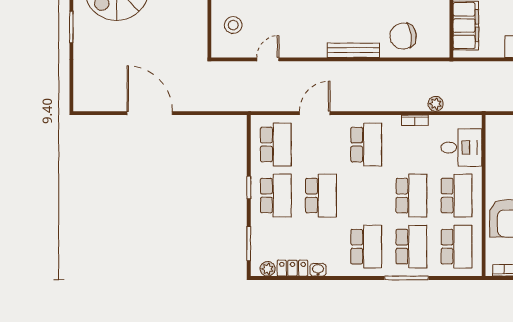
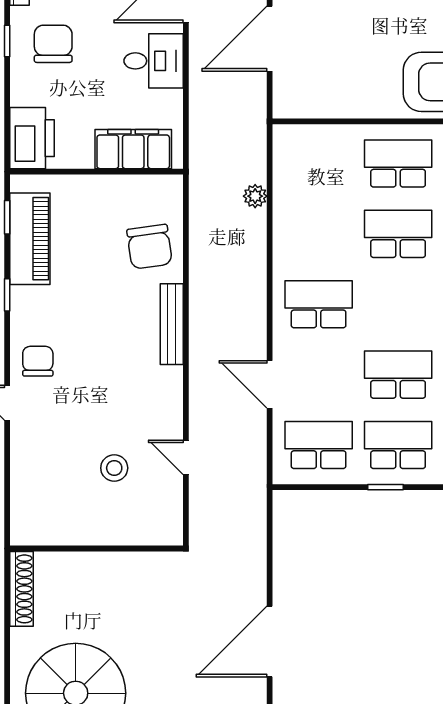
stool: (233, 25) -> (114, 468), moved
bookcase: (415, 120) -> (281, 228), removed
desk: (461, 147) -> (323, 156), removed

